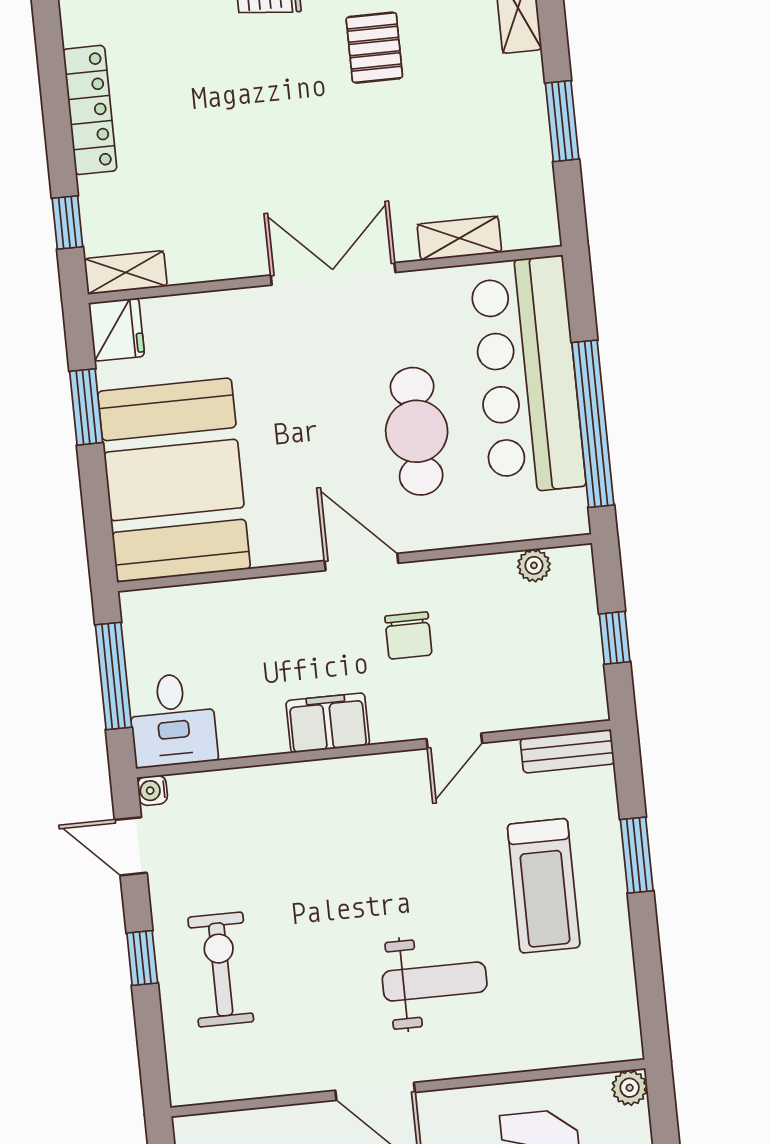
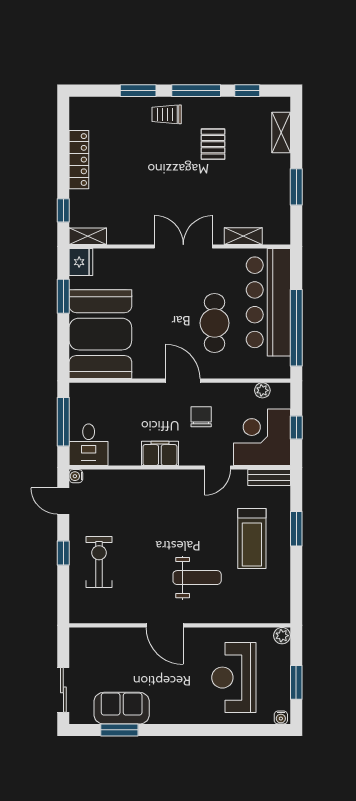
chair: (408, 636) -> (201, 417), turned 180
corner desk: (543, 666) -> (262, 437), added

